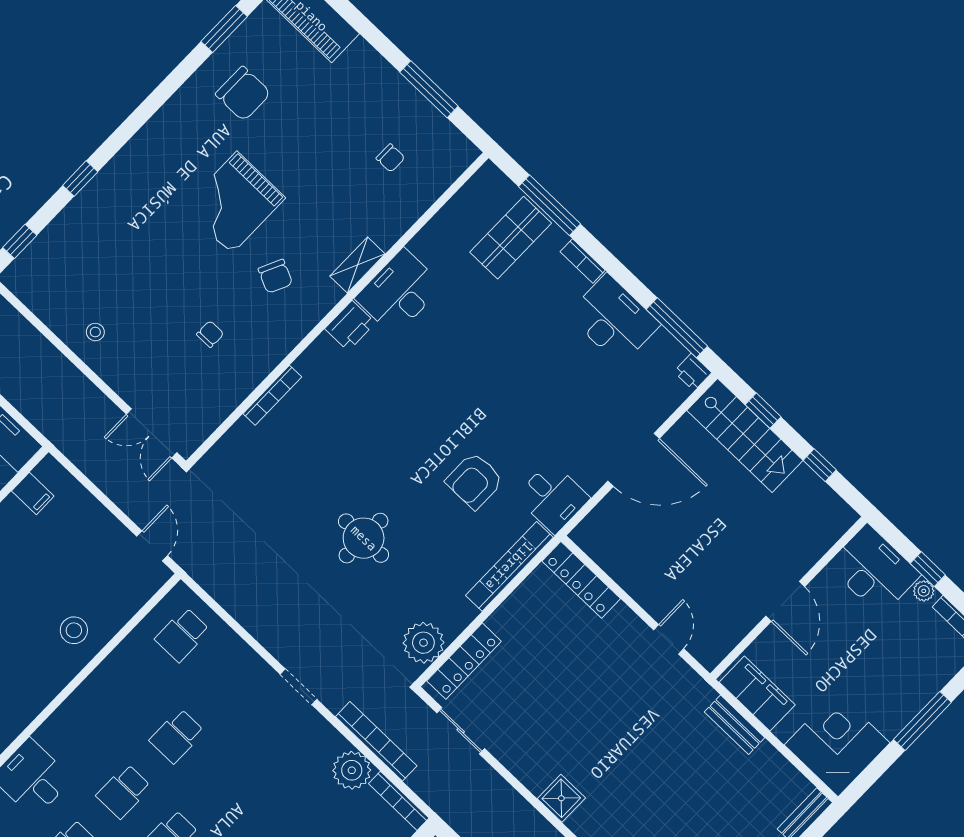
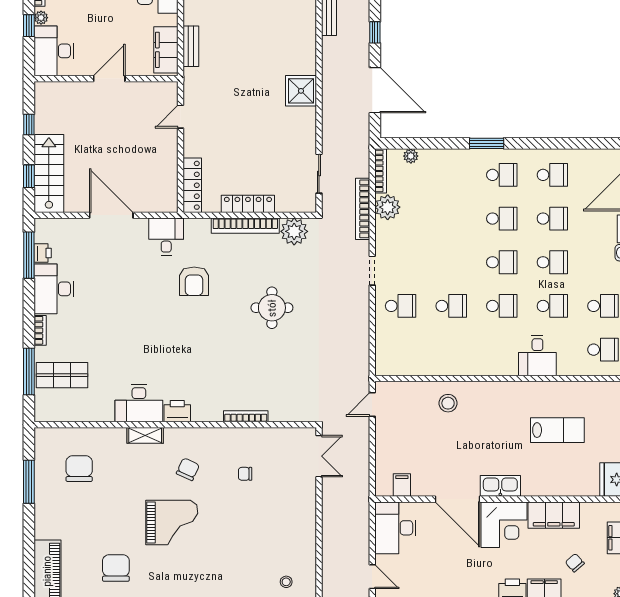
chair: (390, 158) -> (79, 469), width x1.87, depth x1.87
stool: (95, 332) -> (286, 582), moved
printer: (693, 372) -> (43, 253), moved
armchair: (474, 481) -> (194, 281), turned 90
bookcase: (509, 566) -> (245, 226), moved
school desk: (182, 635) -> (401, 306), moved
locker: (464, 661) -> (248, 204), moved
shower: (561, 798) -> (301, 91), width x1.36, depth x1.36

